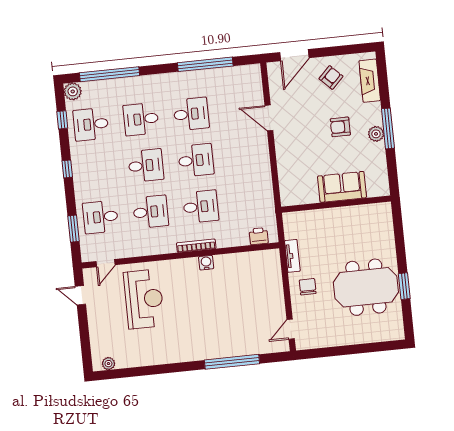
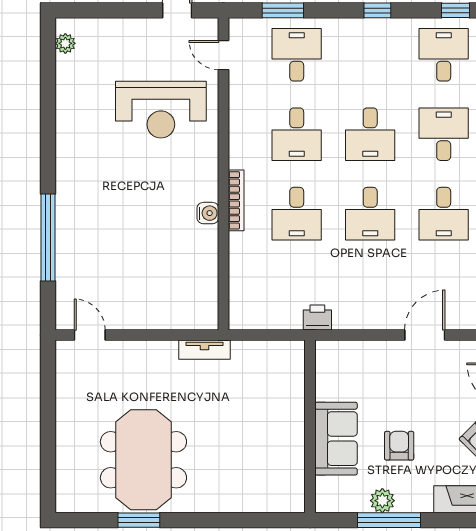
sofa: (342, 187) -> (336, 439), moved
wall: (336, 204) -> (310, 426), moved
printer: (259, 236) -> (317, 318), moved, turned -90
chair: (308, 287) -> (154, 368), removed

